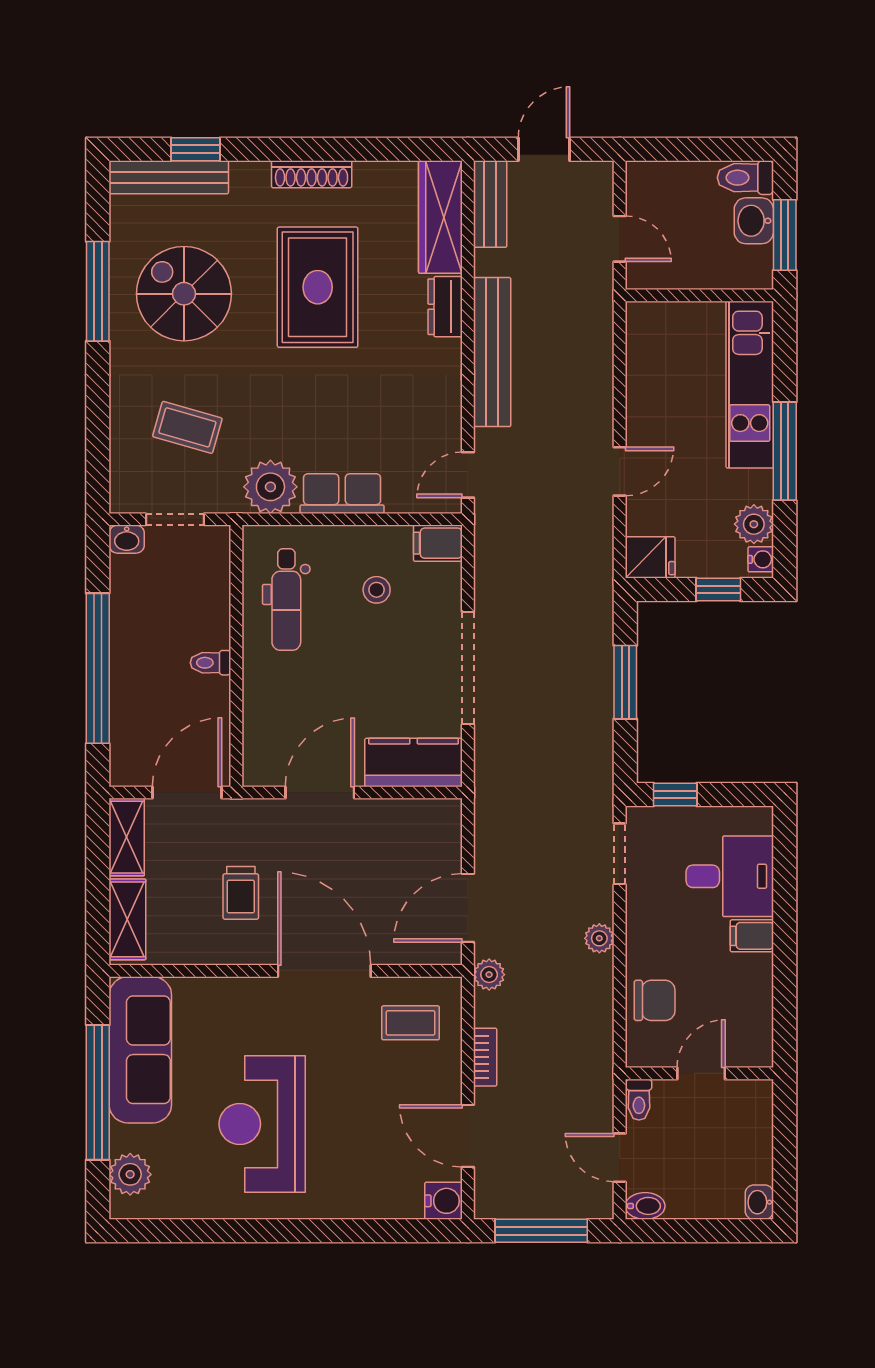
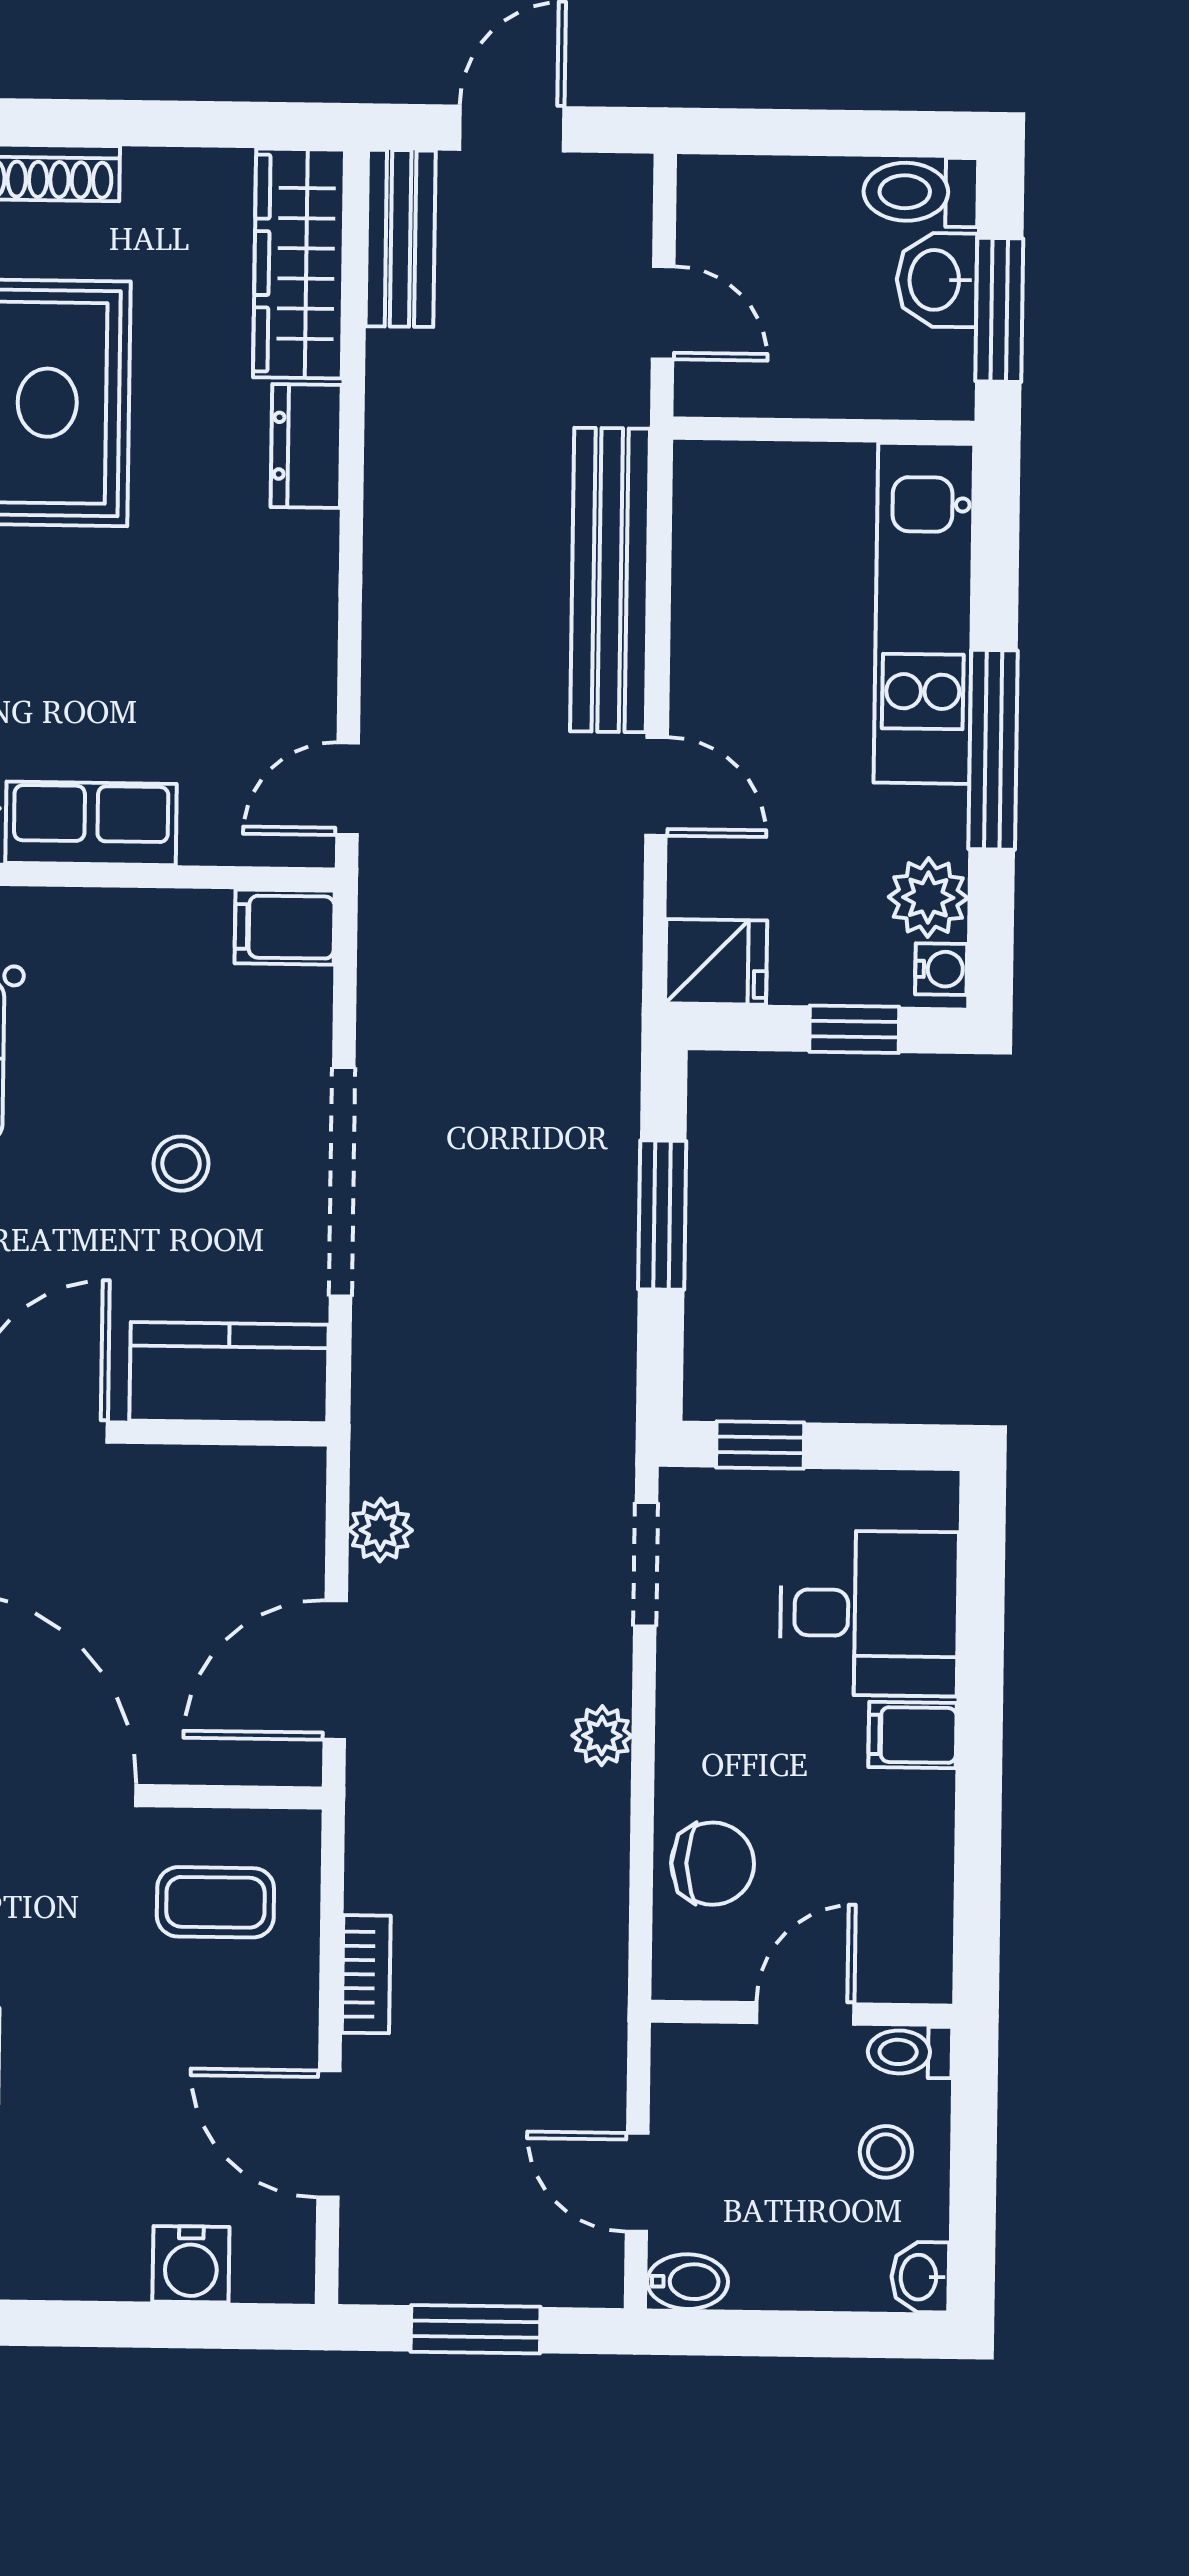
bench: (492, 352) -> (610, 580), moved
door: (620, 471) -> (657, 786), hinge flipped
stool: (377, 590) -> (181, 1164), moved
plant: (489, 975) -> (380, 1530), moved
toilet: (639, 1100) -> (910, 2052), moved, turned 90
stool: (742, 1141) -> (886, 2152), added
water cooler: (443, 1201) -> (191, 2264), moved, turned 90
window: (541, 1231) -> (476, 2329), width x0.69

